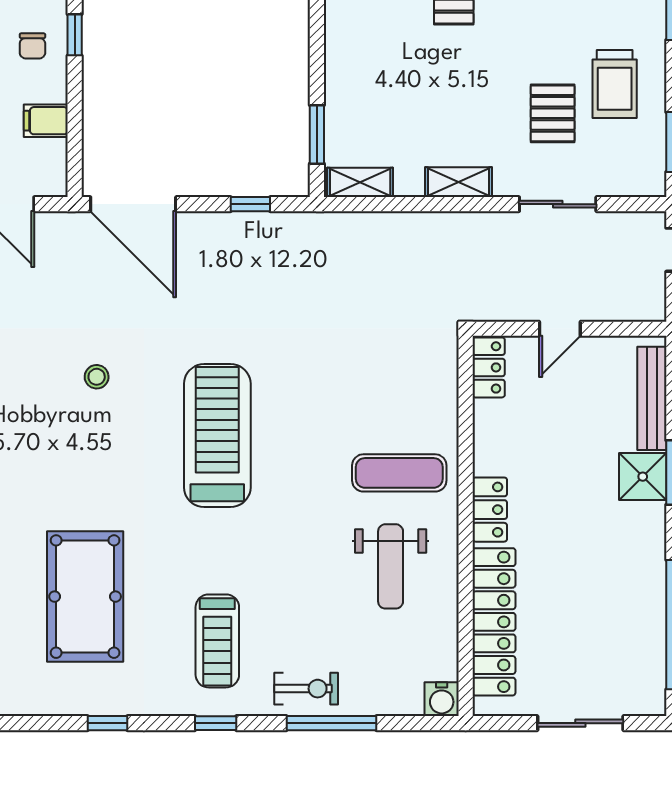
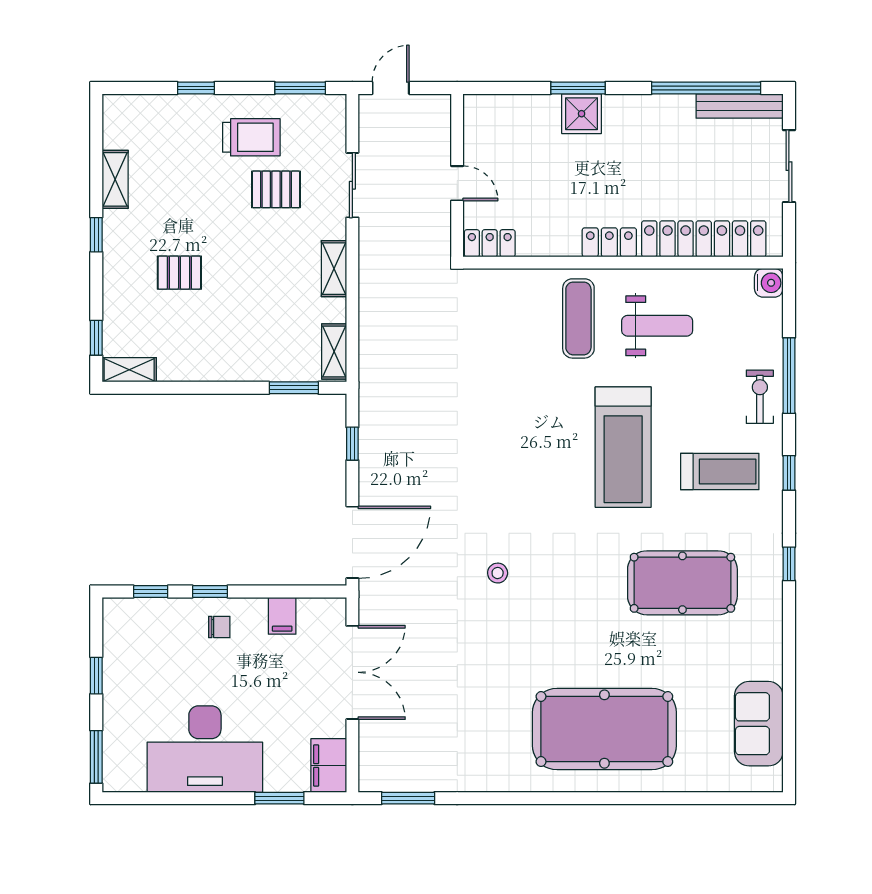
bench: (652, 398) -> (740, 106), moved
treadmill: (217, 436) -> (623, 447), moved, turned -90

